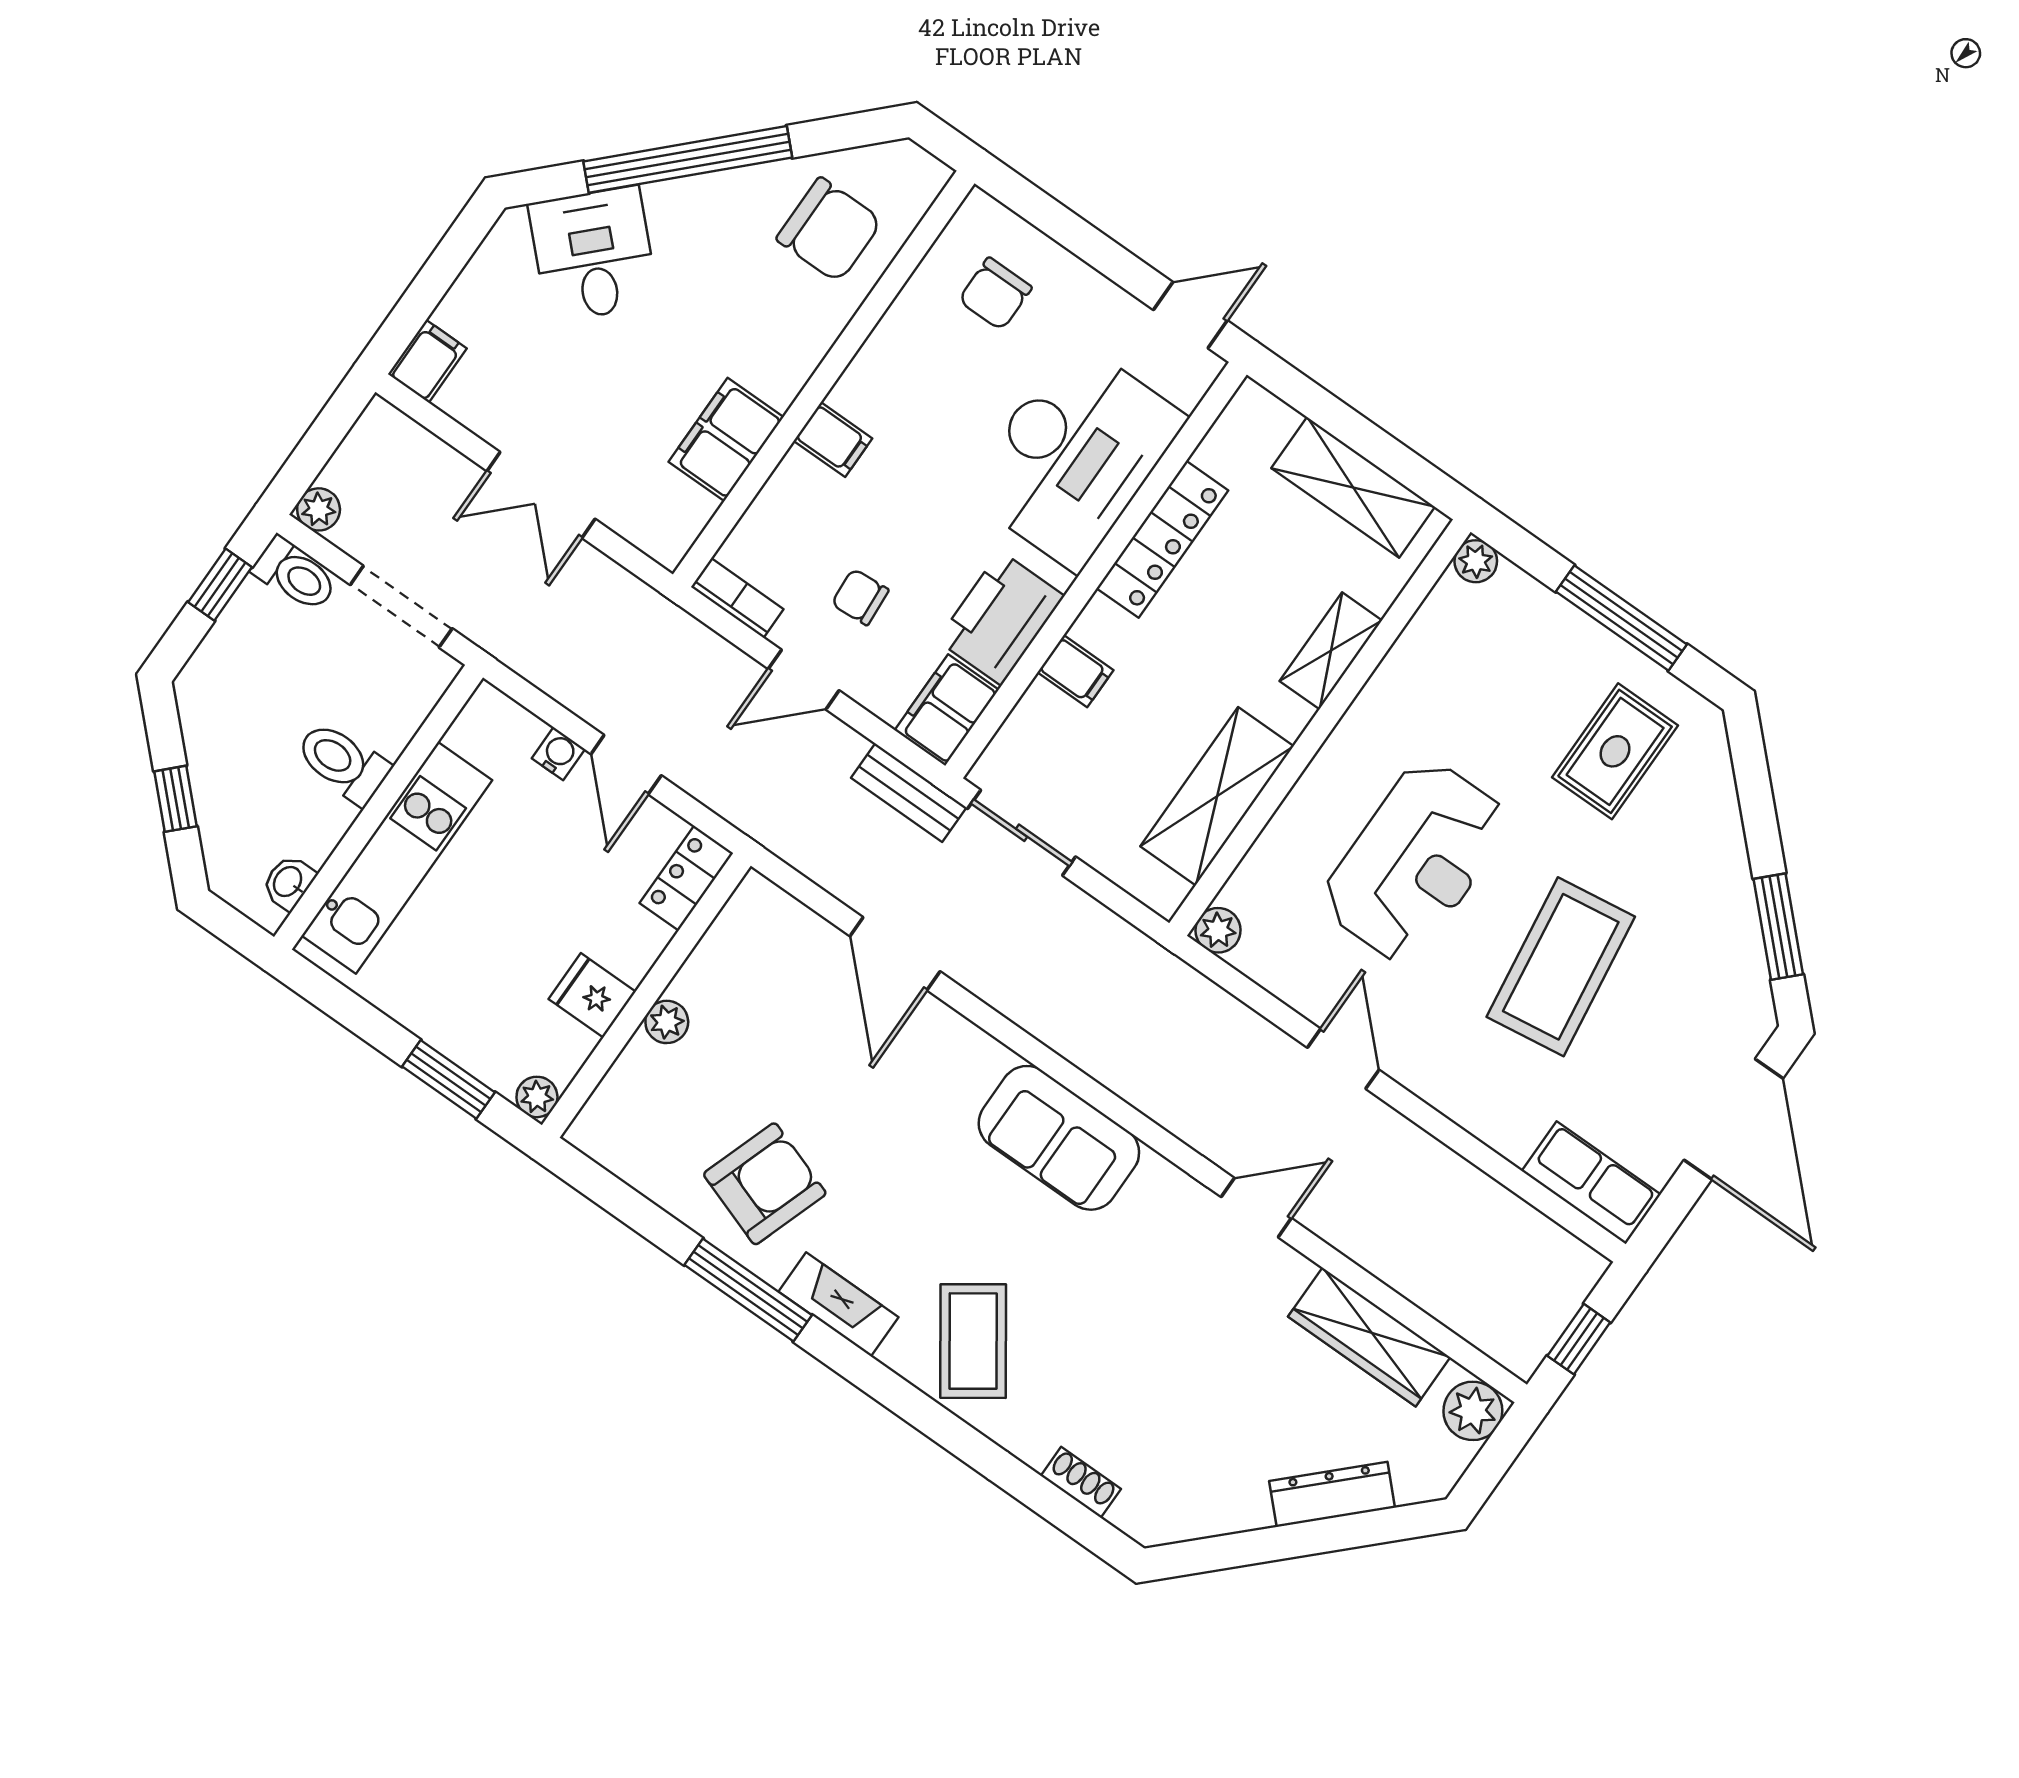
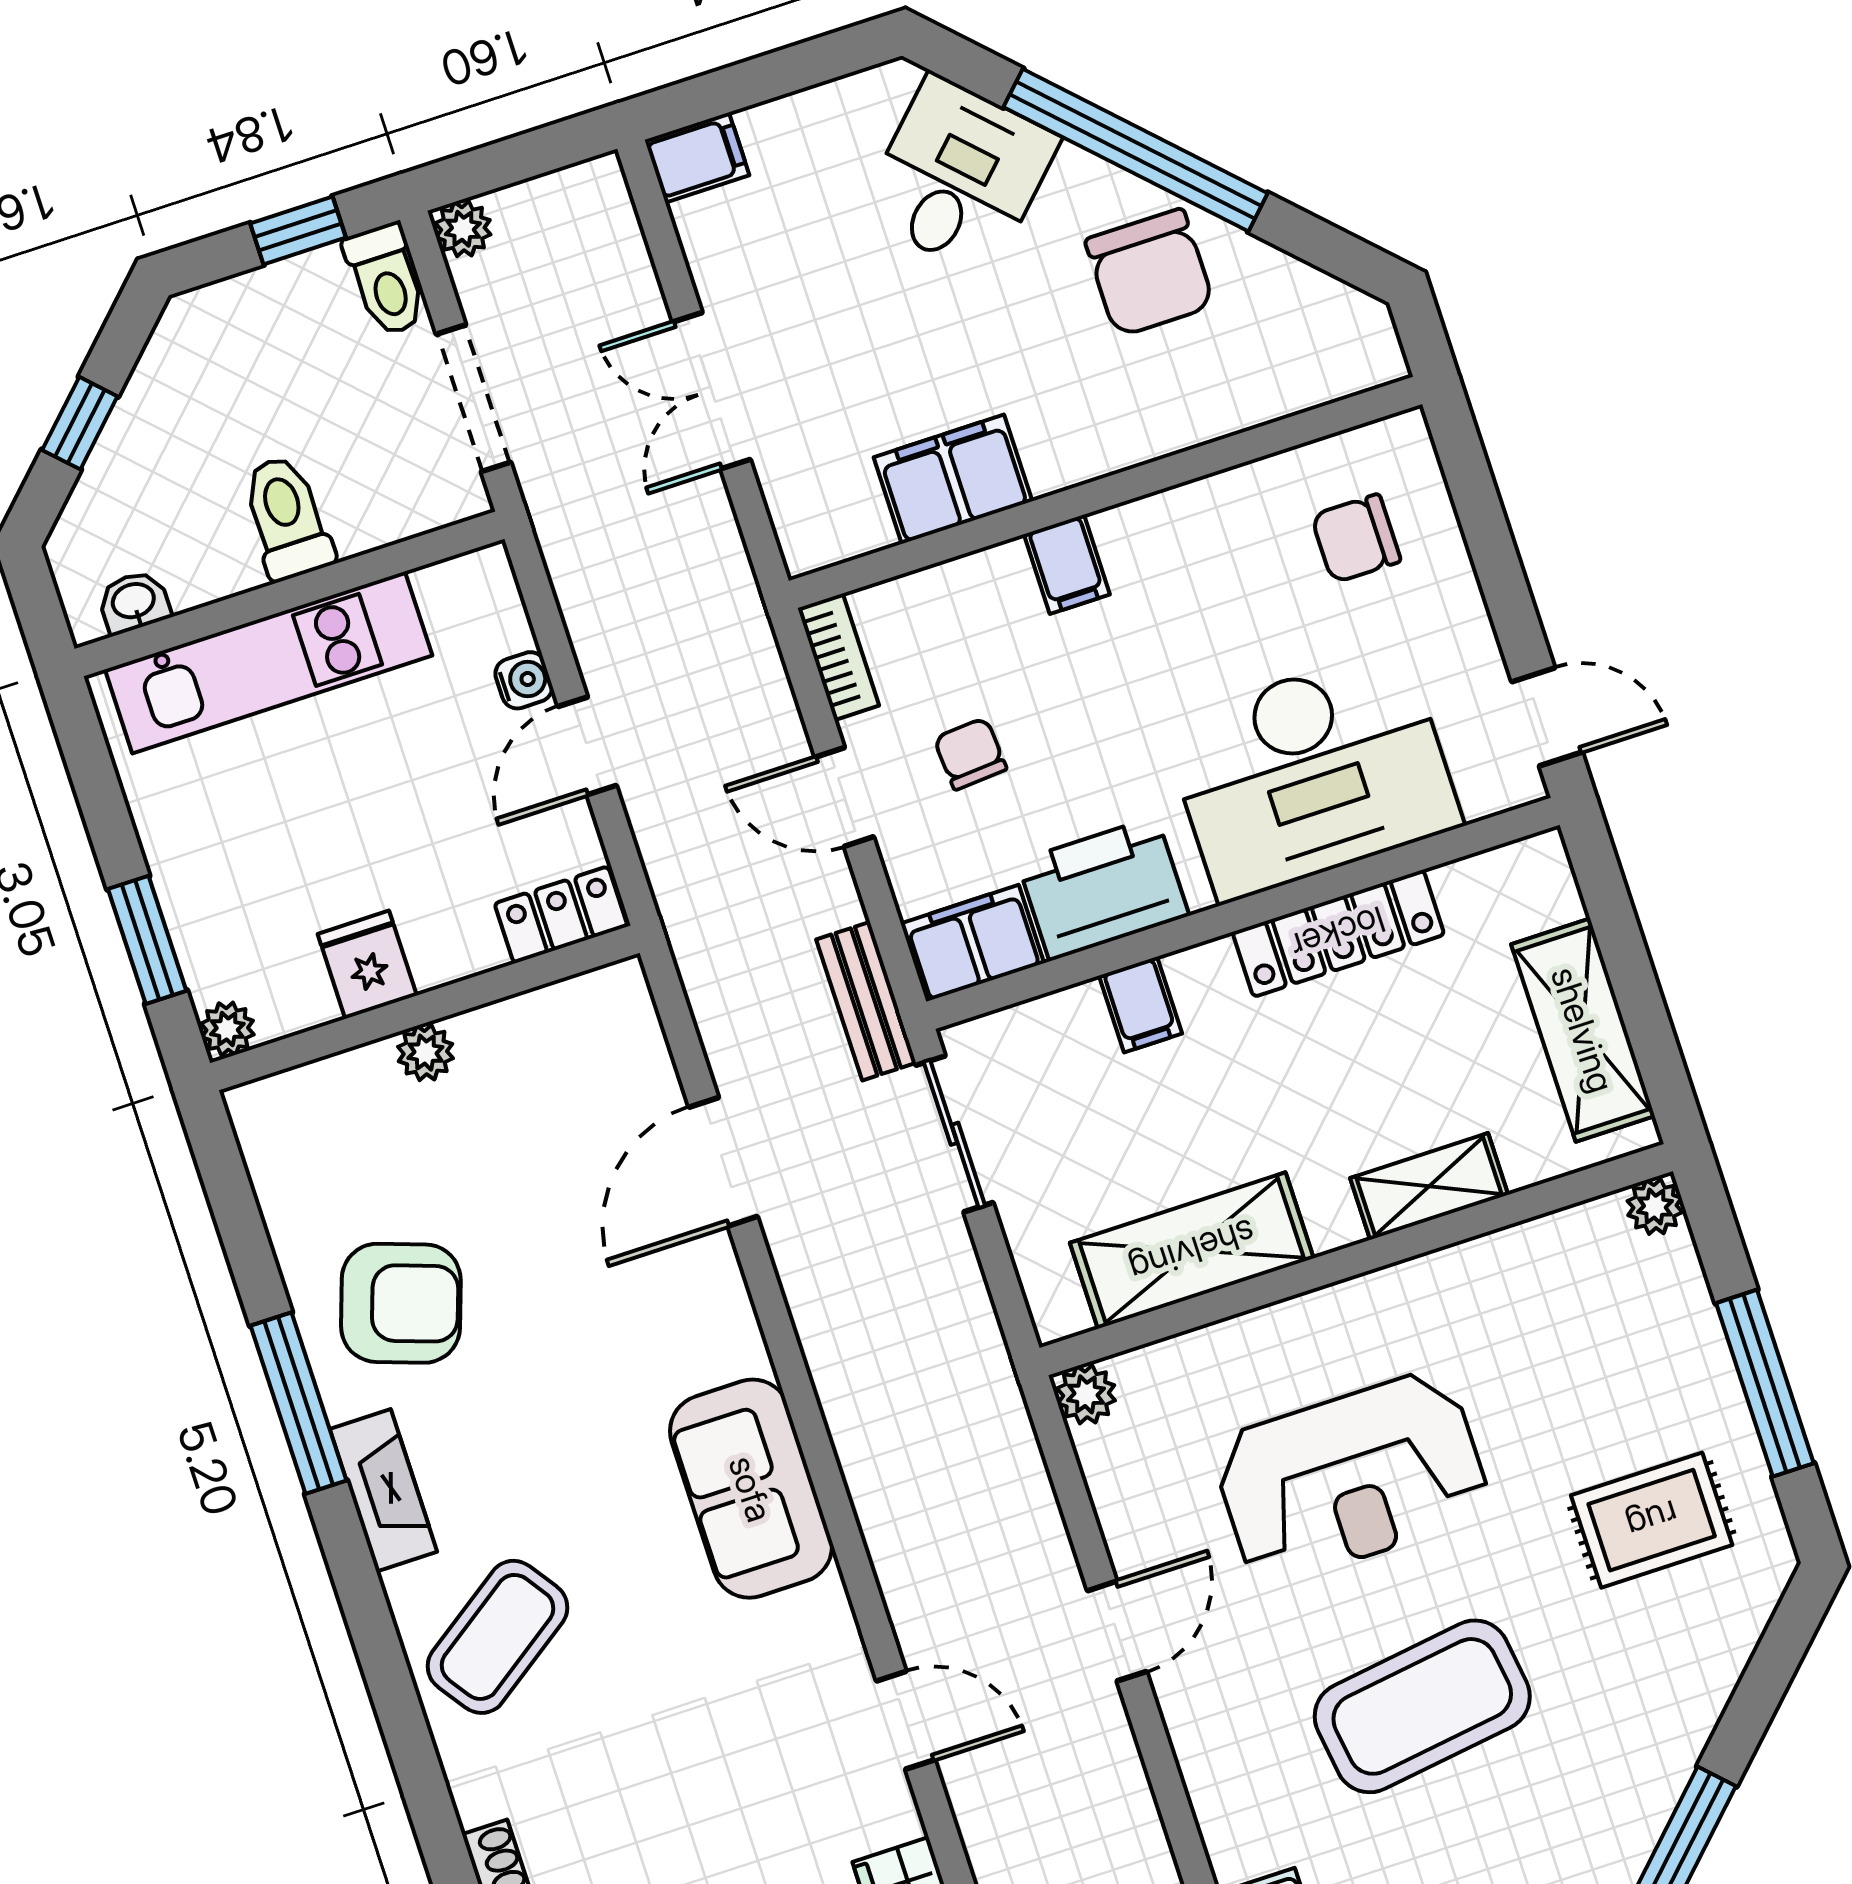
chair: (829, 230) -> (1150, 273), moved

